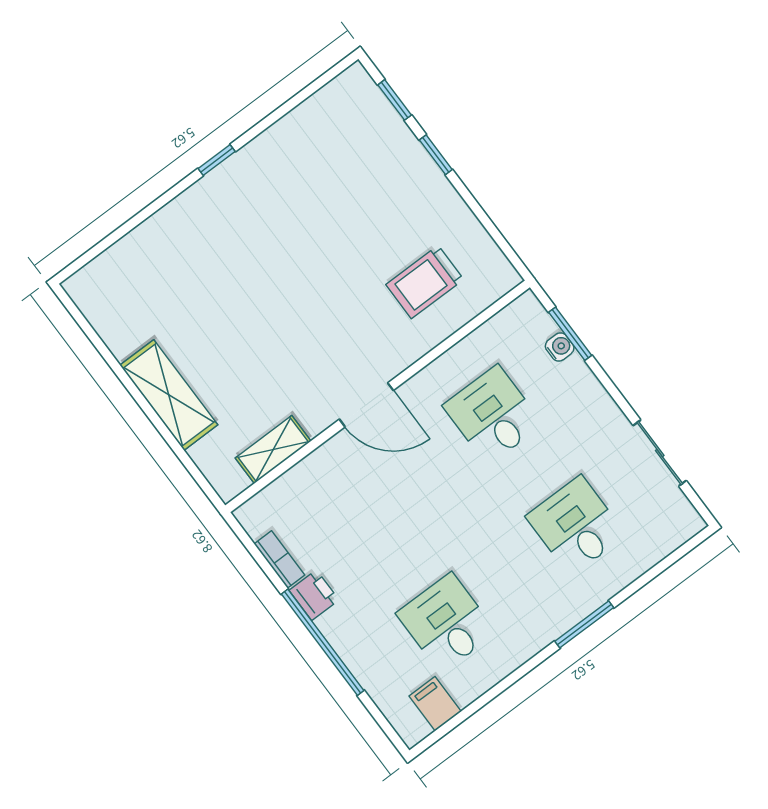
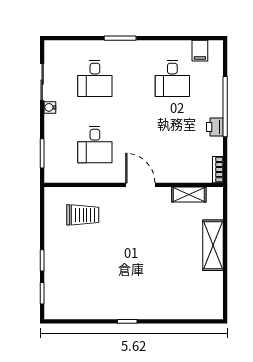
water cooler: (560, 347) -> (50, 107), moved
bookcase: (279, 559) -> (218, 170), moved

